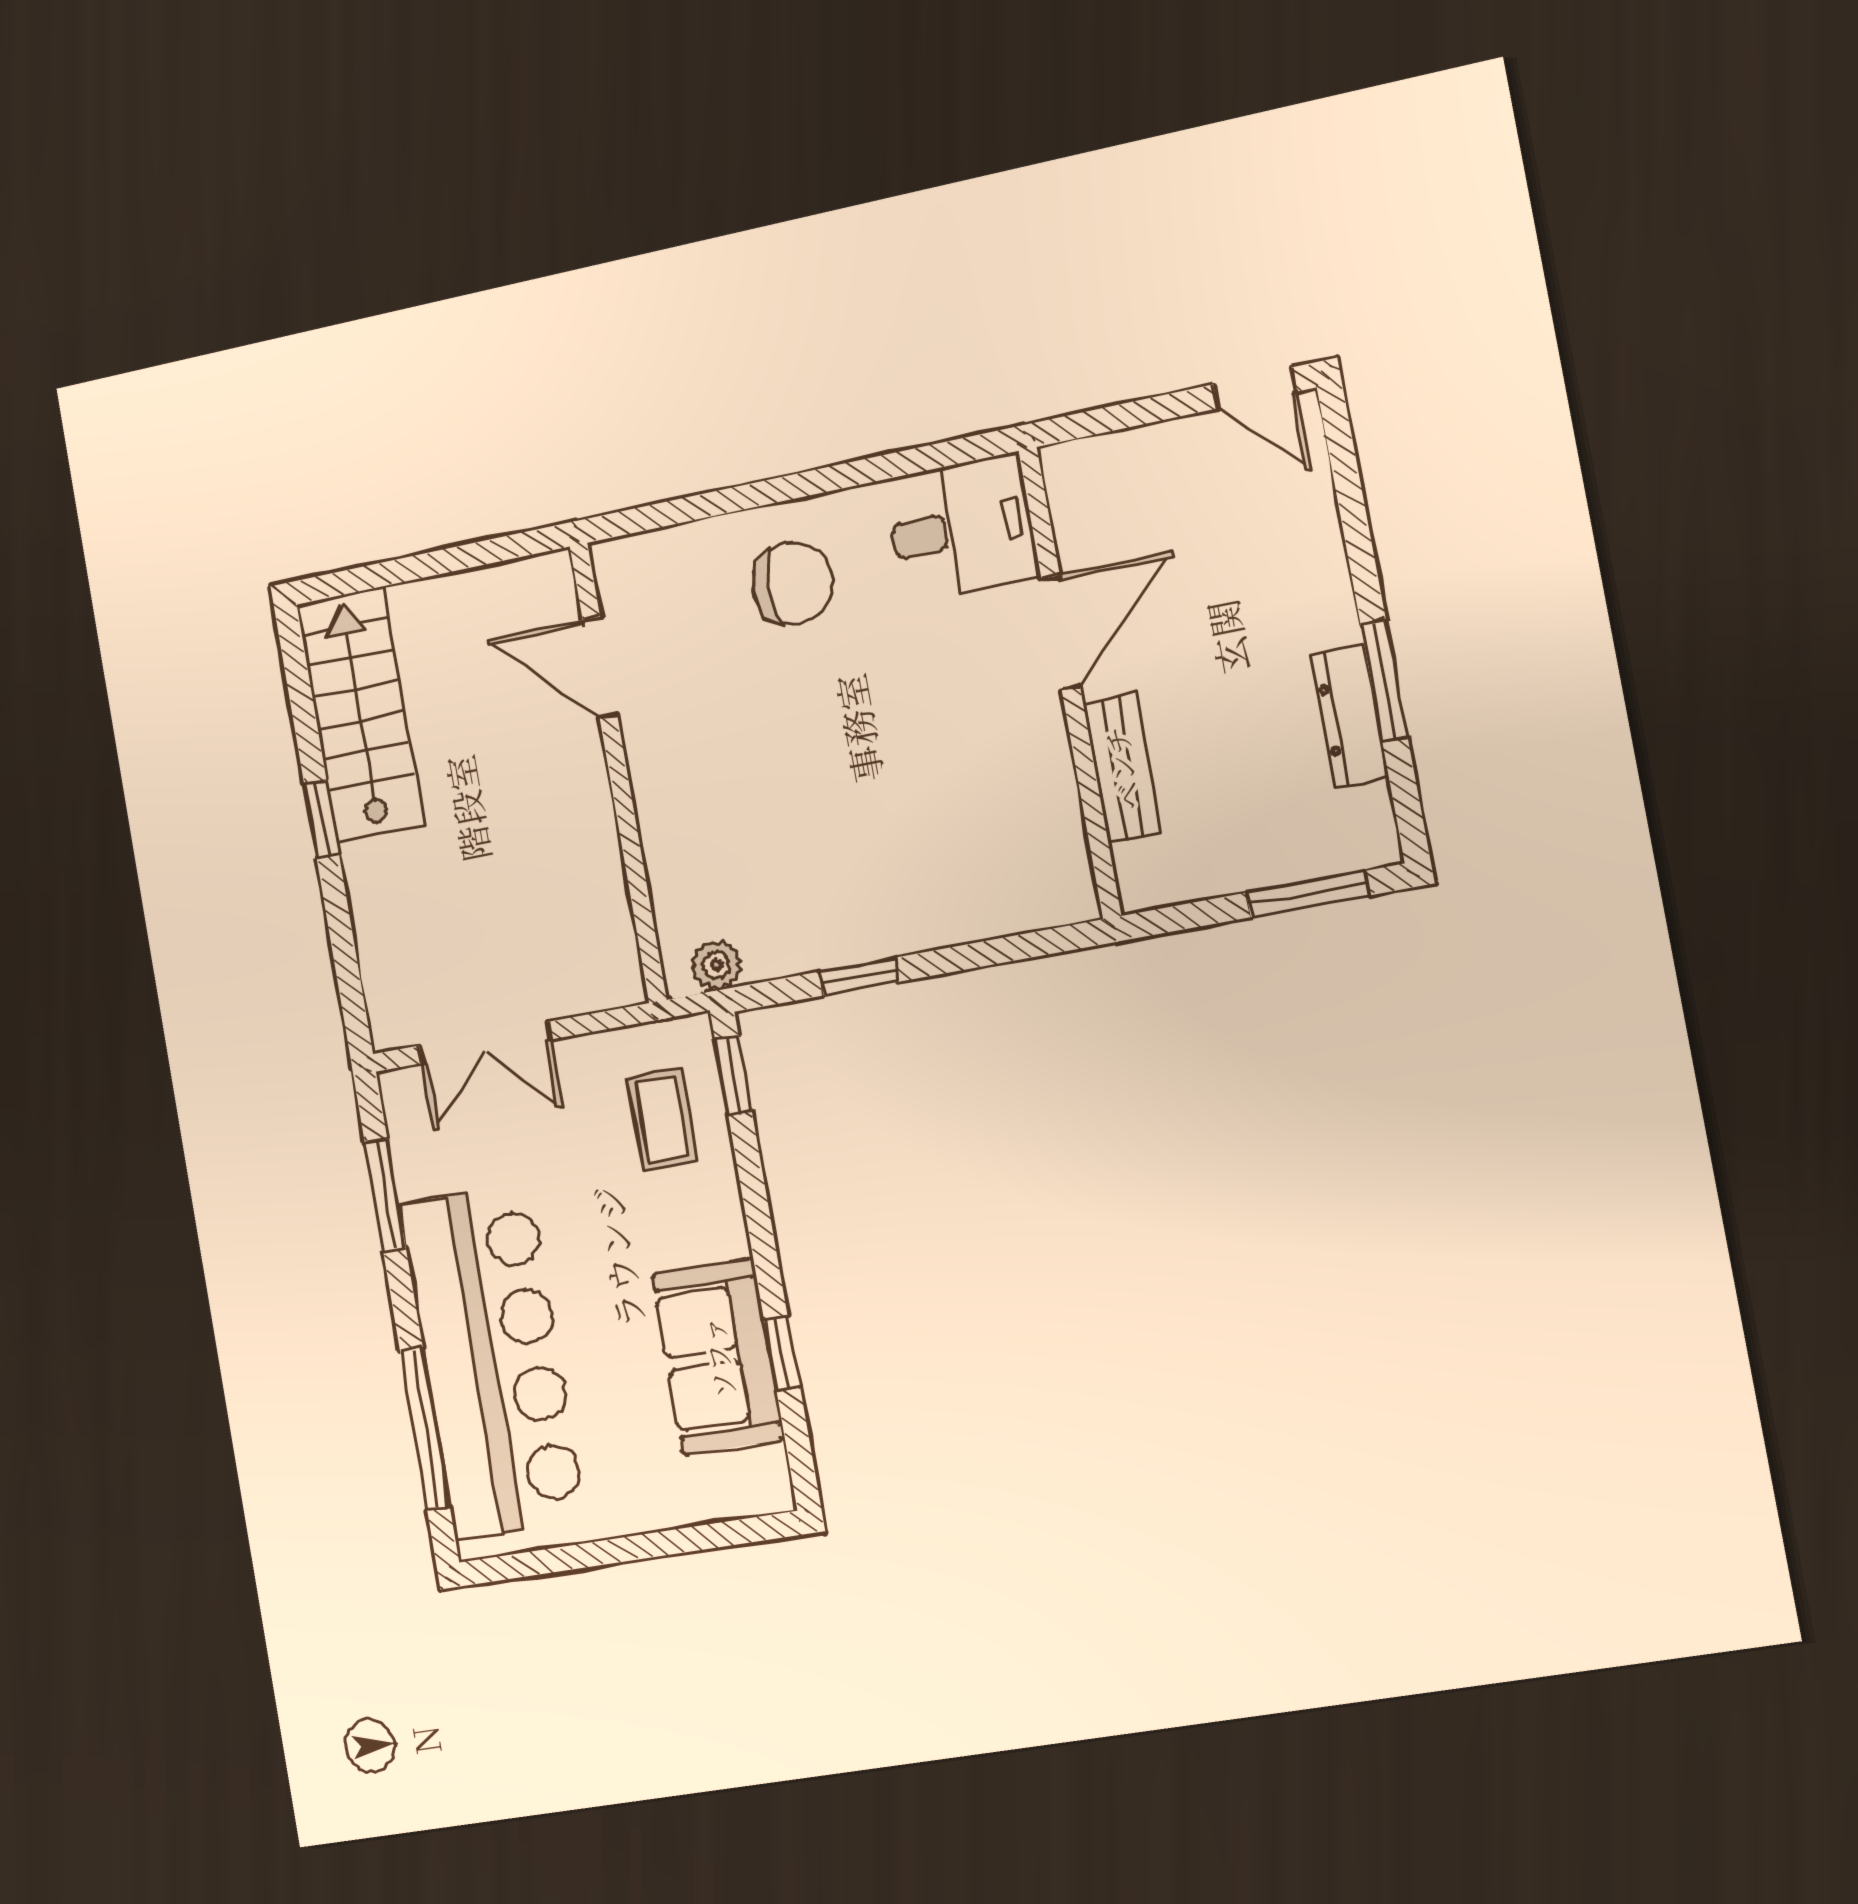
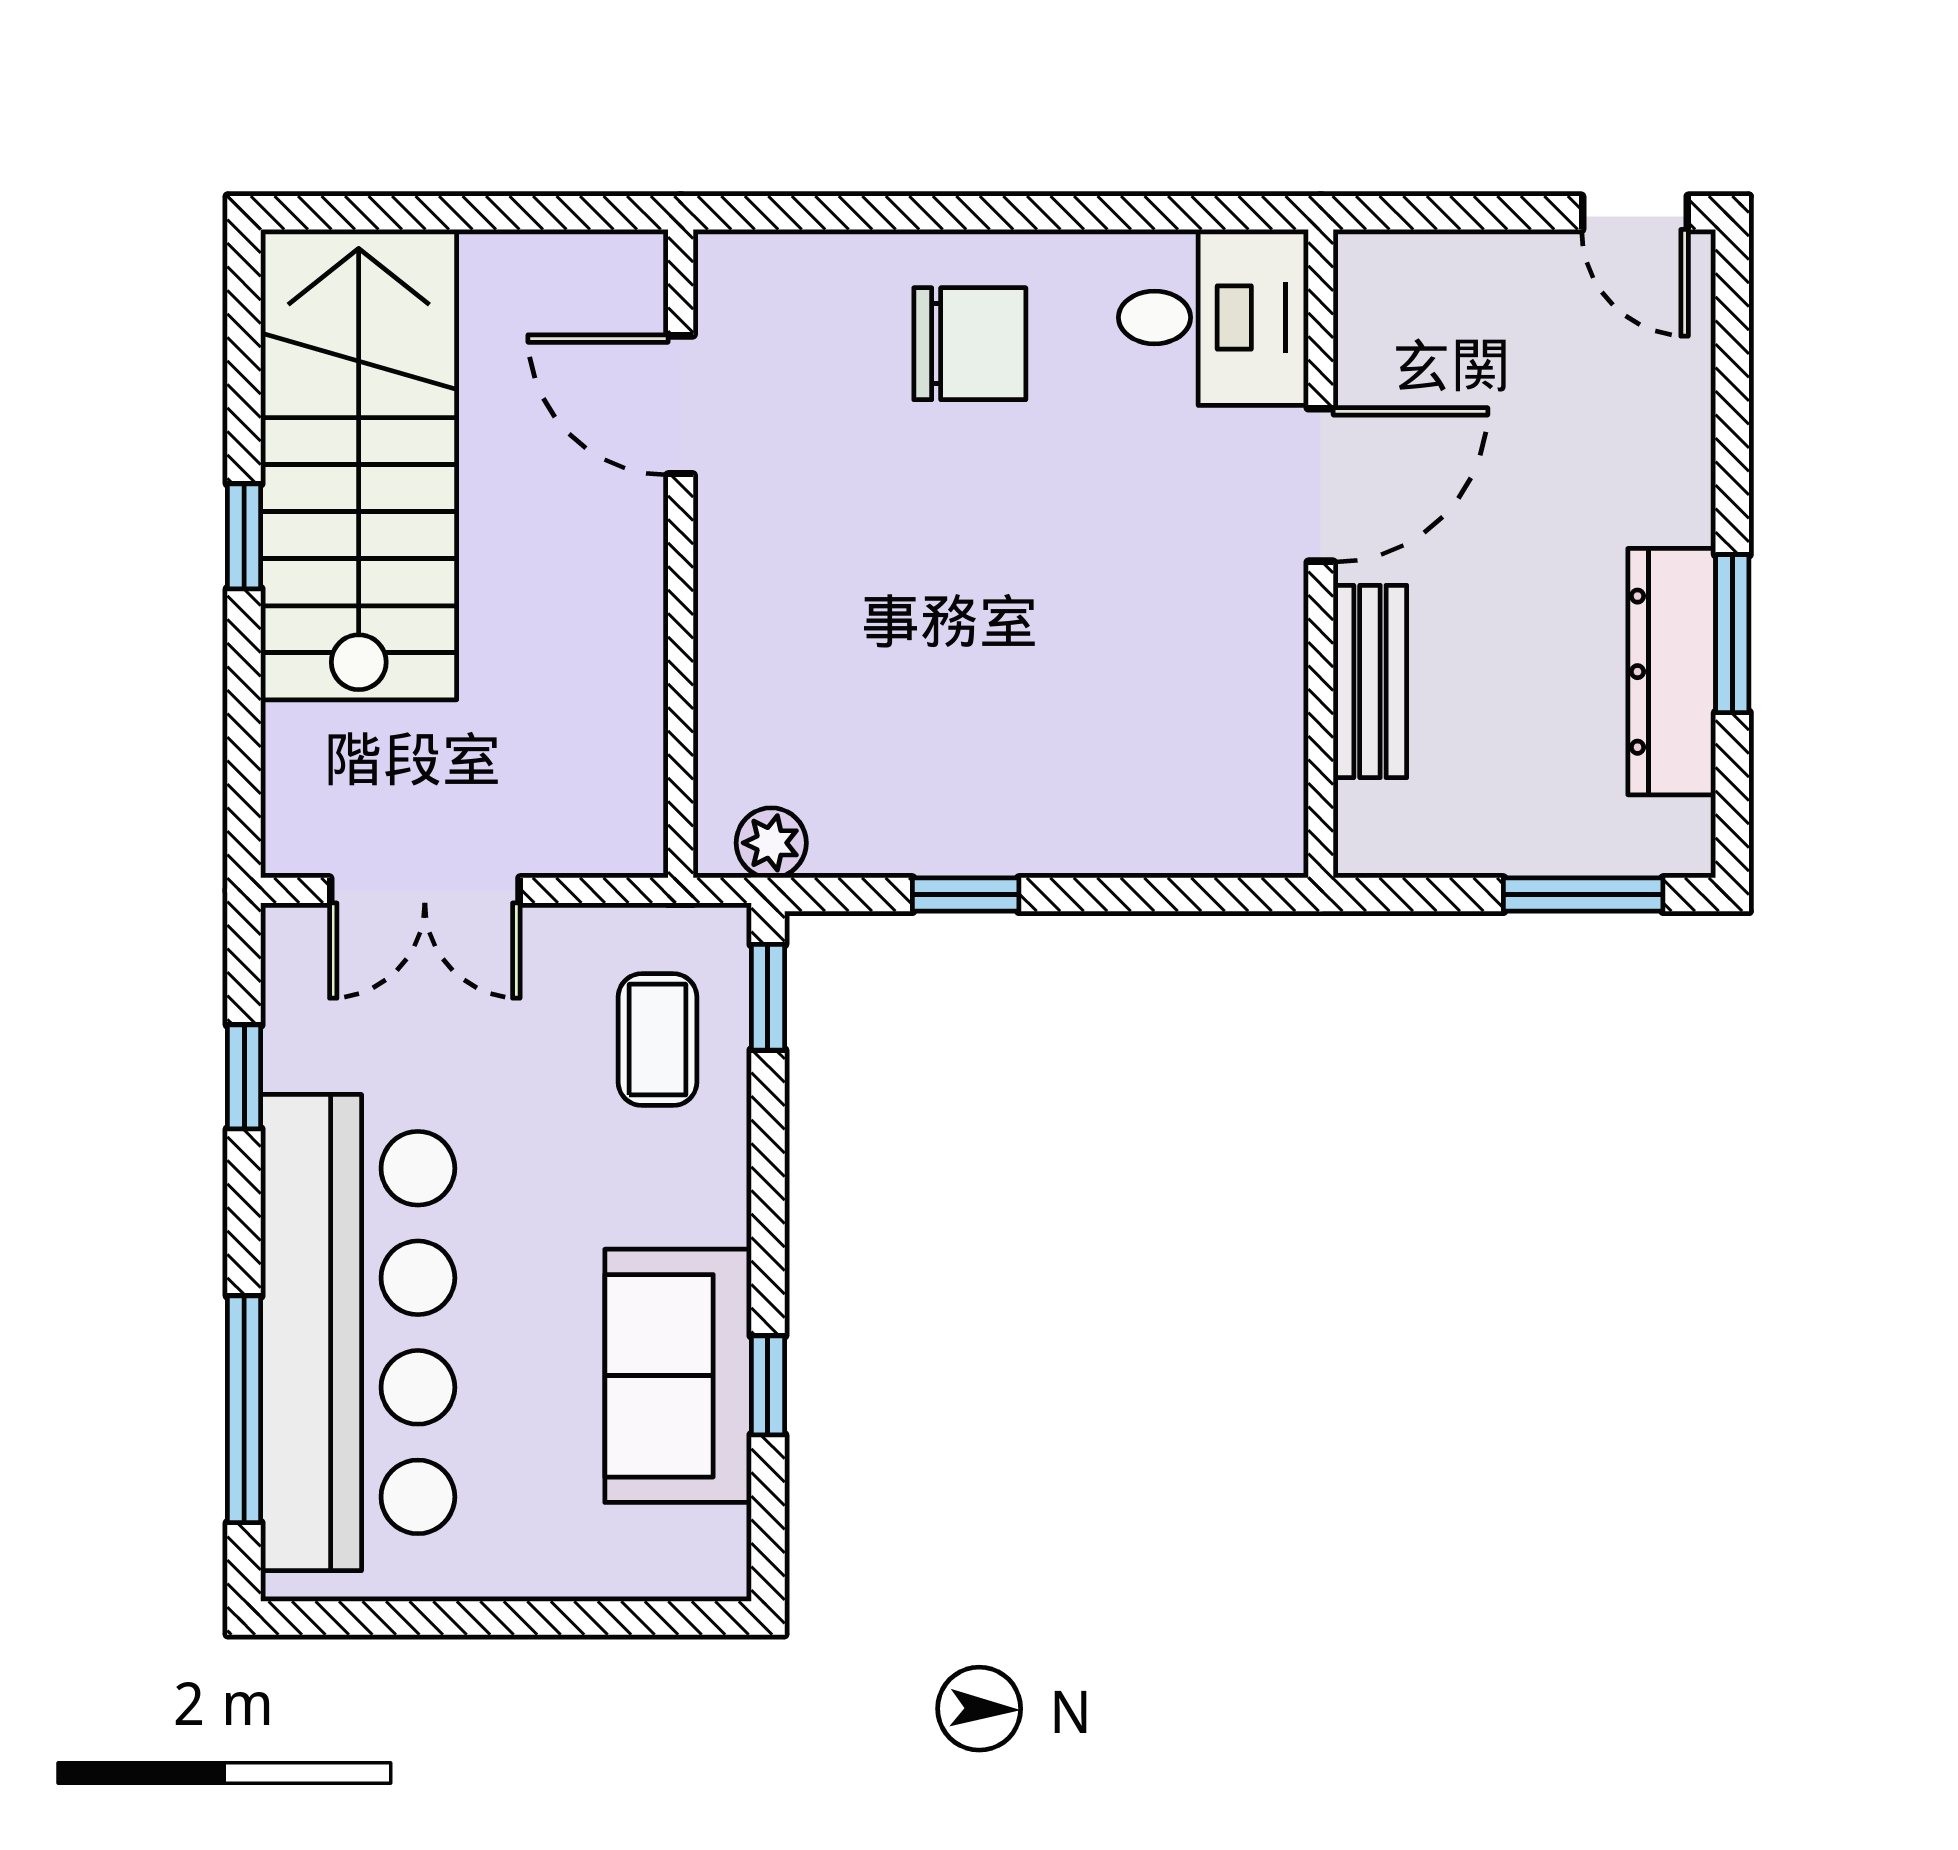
stairs: (360, 715) -> (359, 465), width x1.36, depth x1.51
dresser: (1350, 716) -> (1672, 672), width x1.37, depth x1.24
window: (385, 1195) -> (244, 1077), width x0.67

